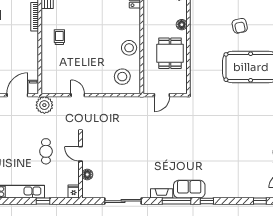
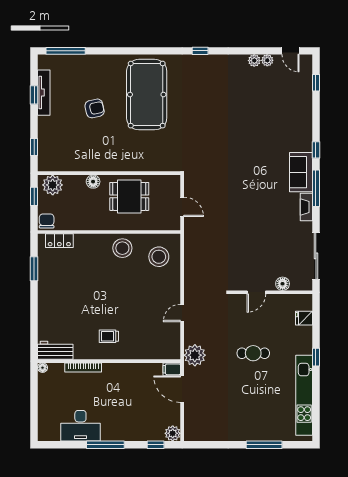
door: (81, 154) -> (256, 292), moved
wall: (81, 165) -> (271, 292), moved
floor lamp: (87, 175) -> (283, 284), moved

